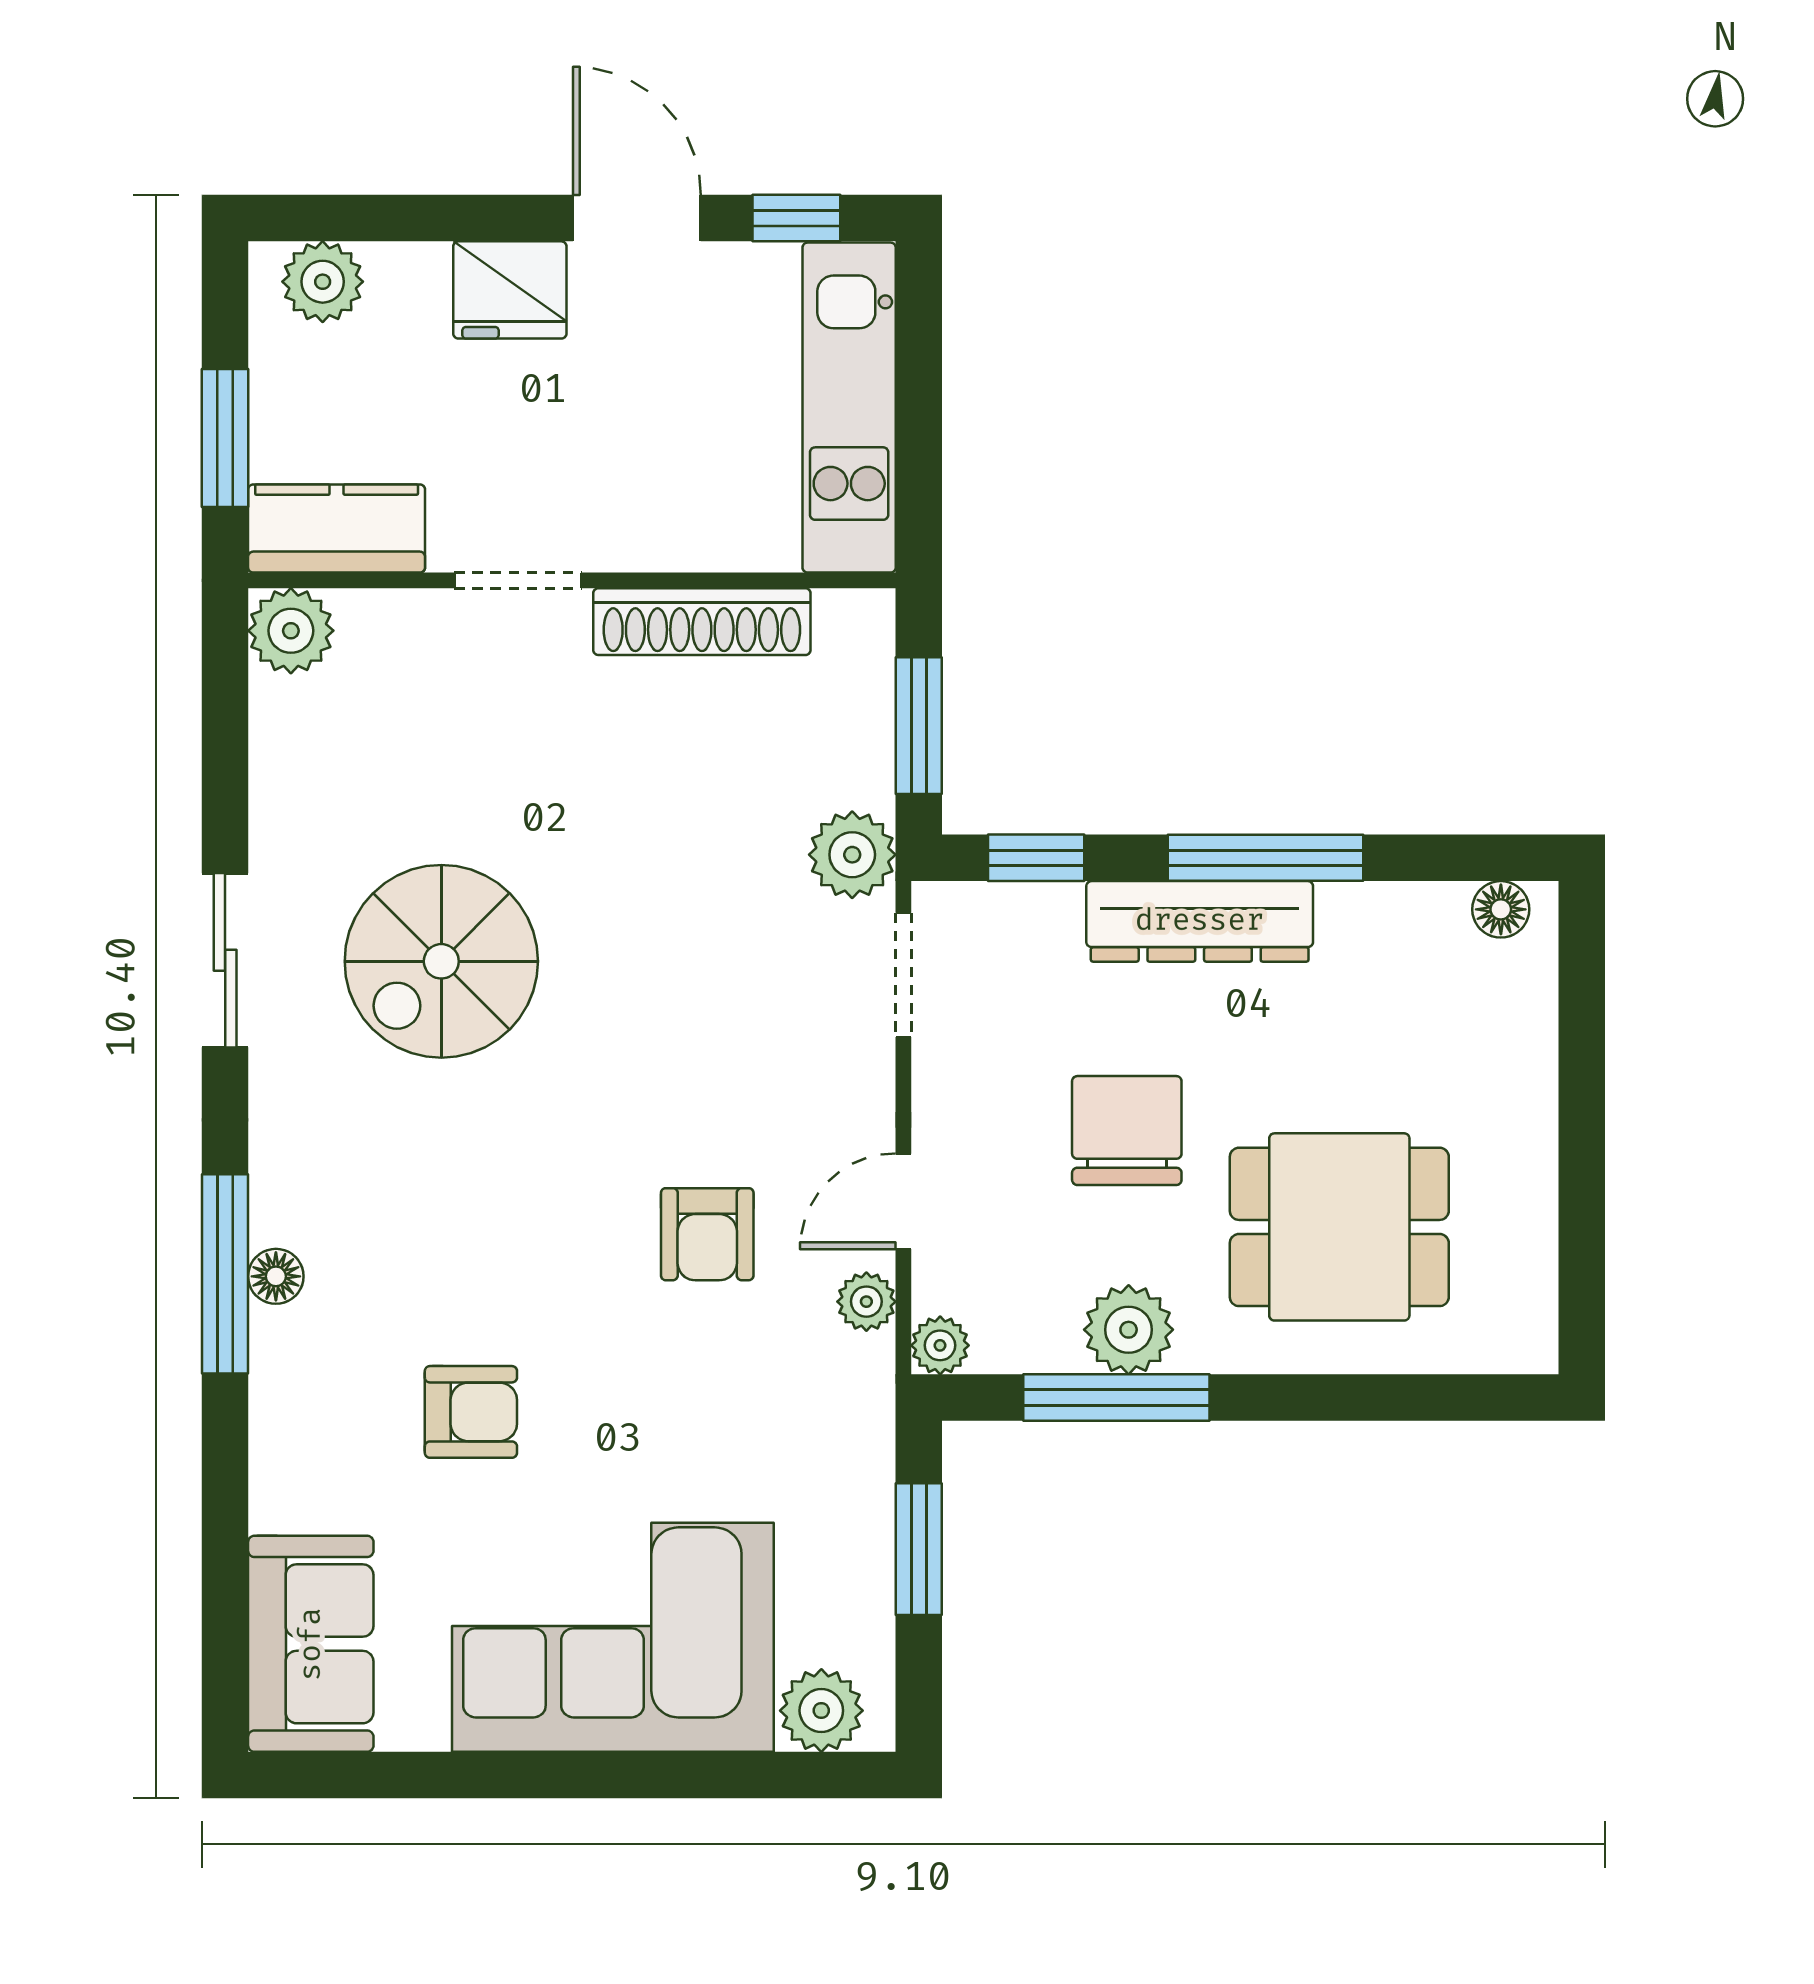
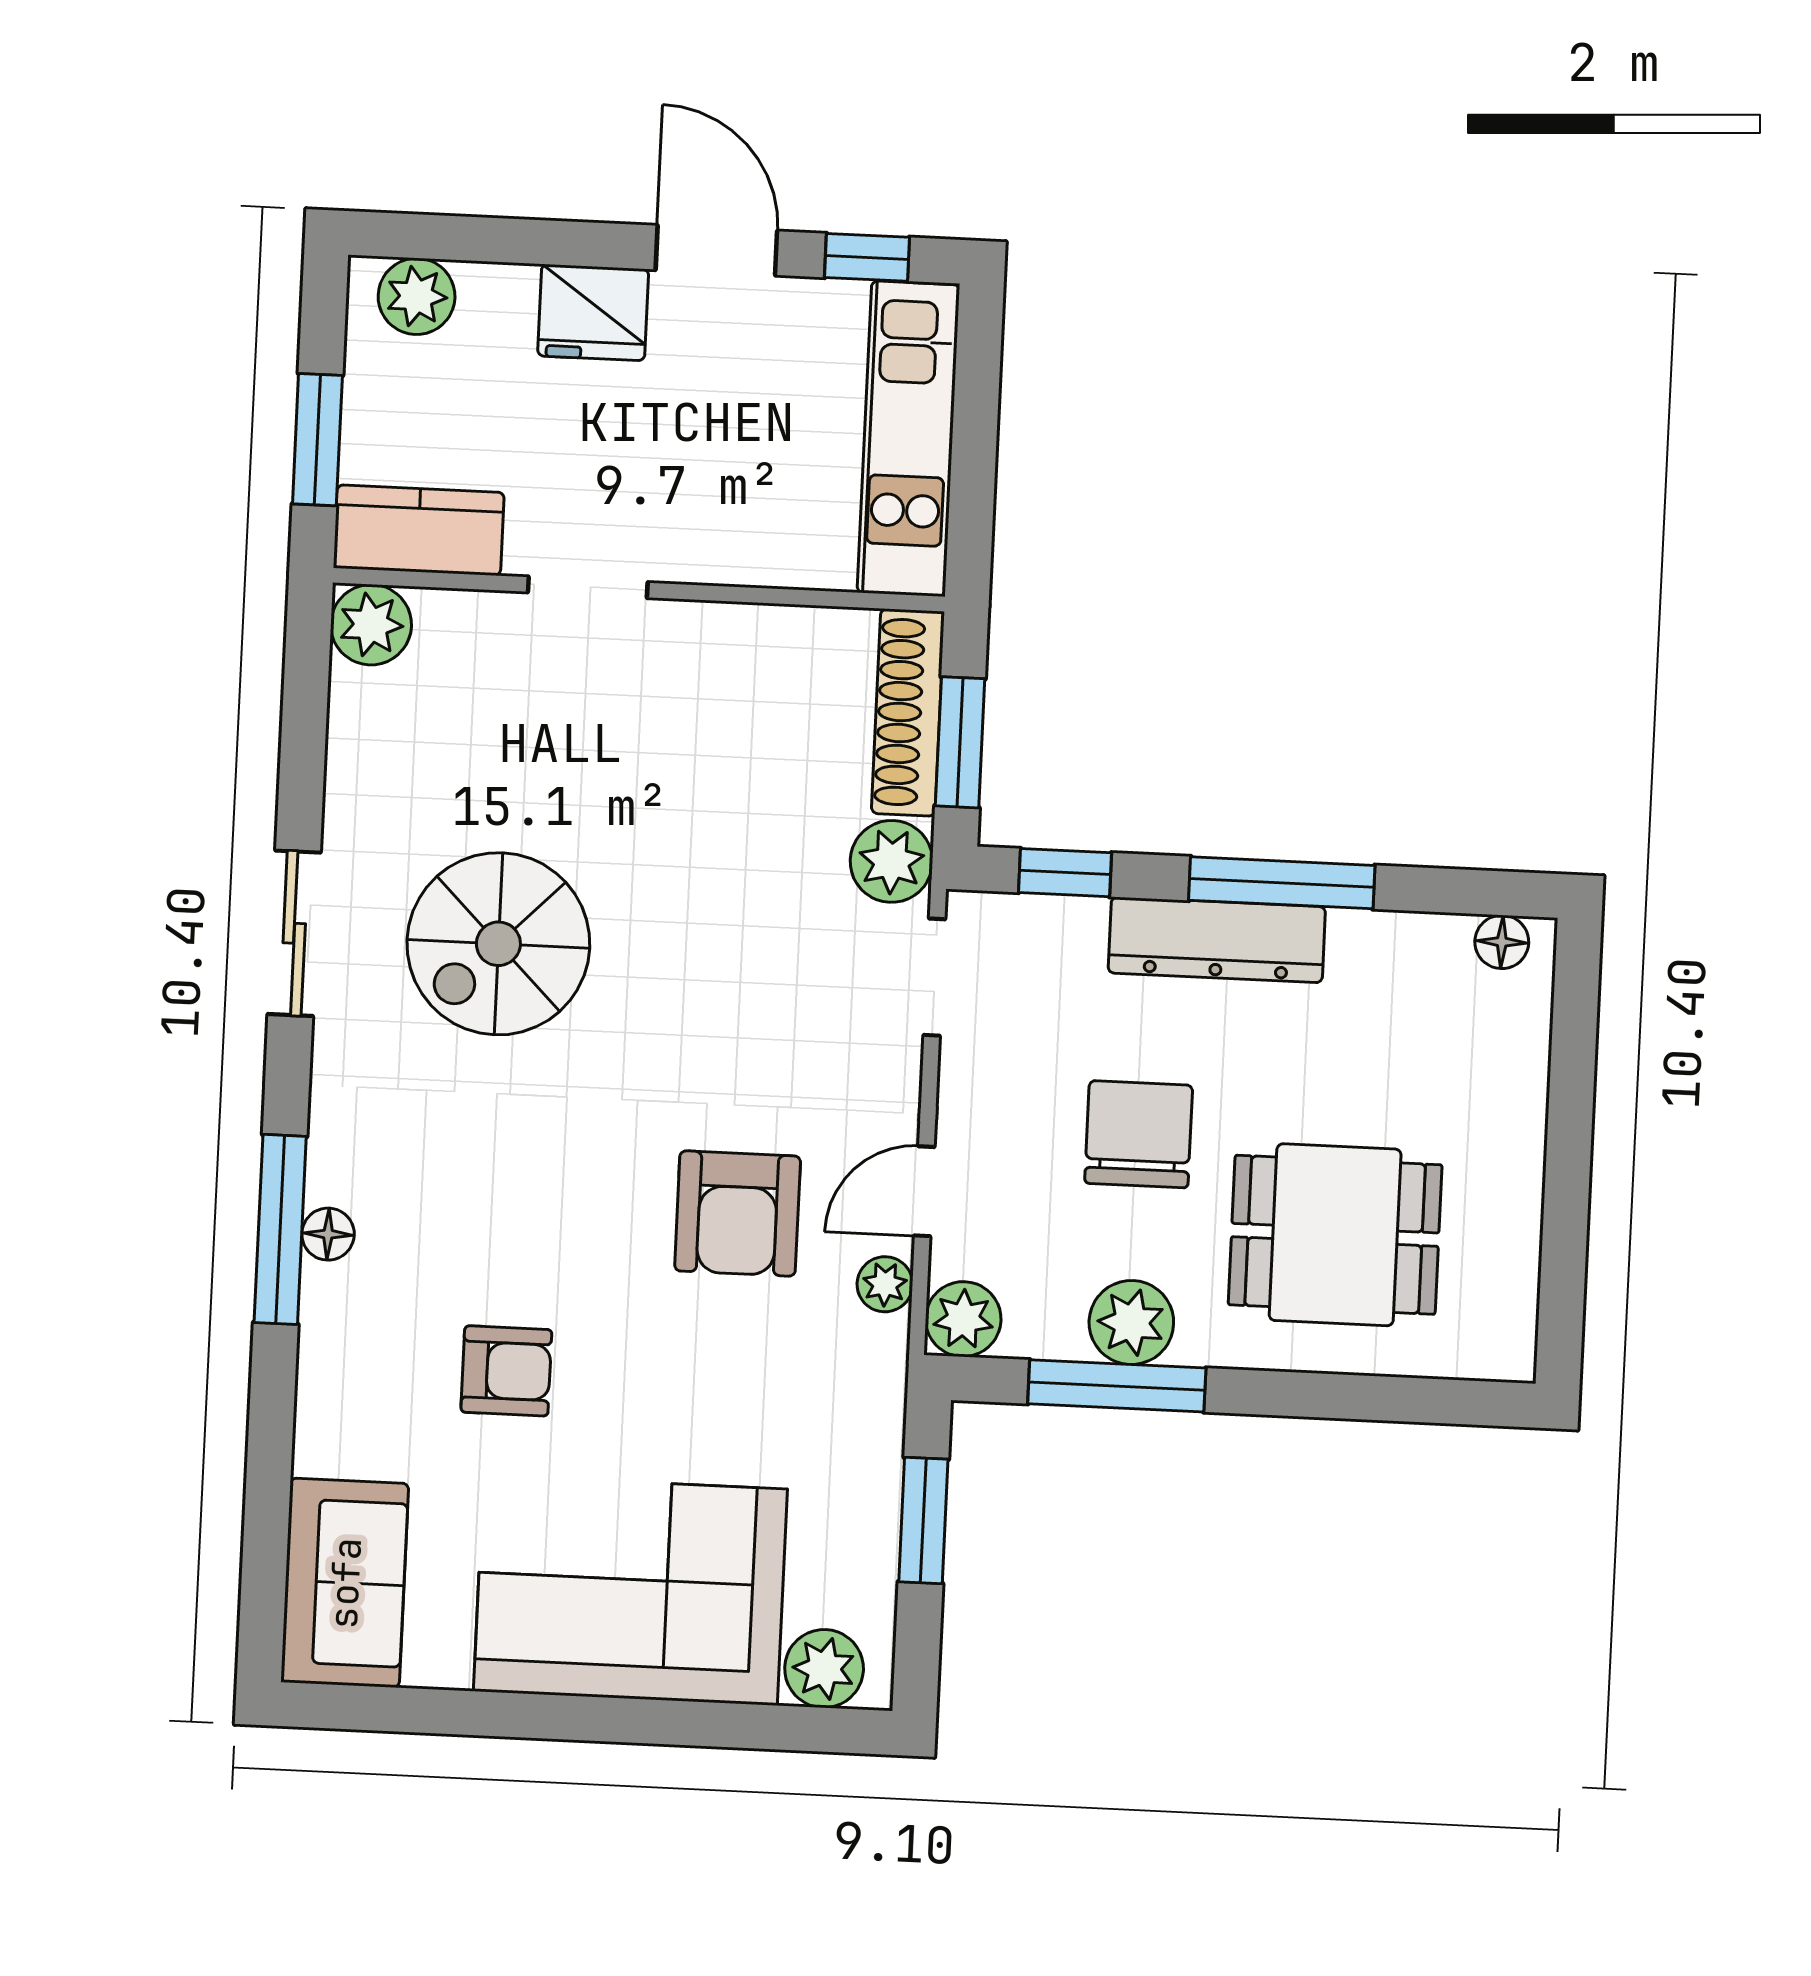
shoe rack: (702, 622) -> (908, 712), moved, turned 90
armchair: (707, 1234) -> (738, 1214), width x1.38, depth x1.38
plant: (940, 1345) -> (963, 1319), width x1.38, depth x1.38

